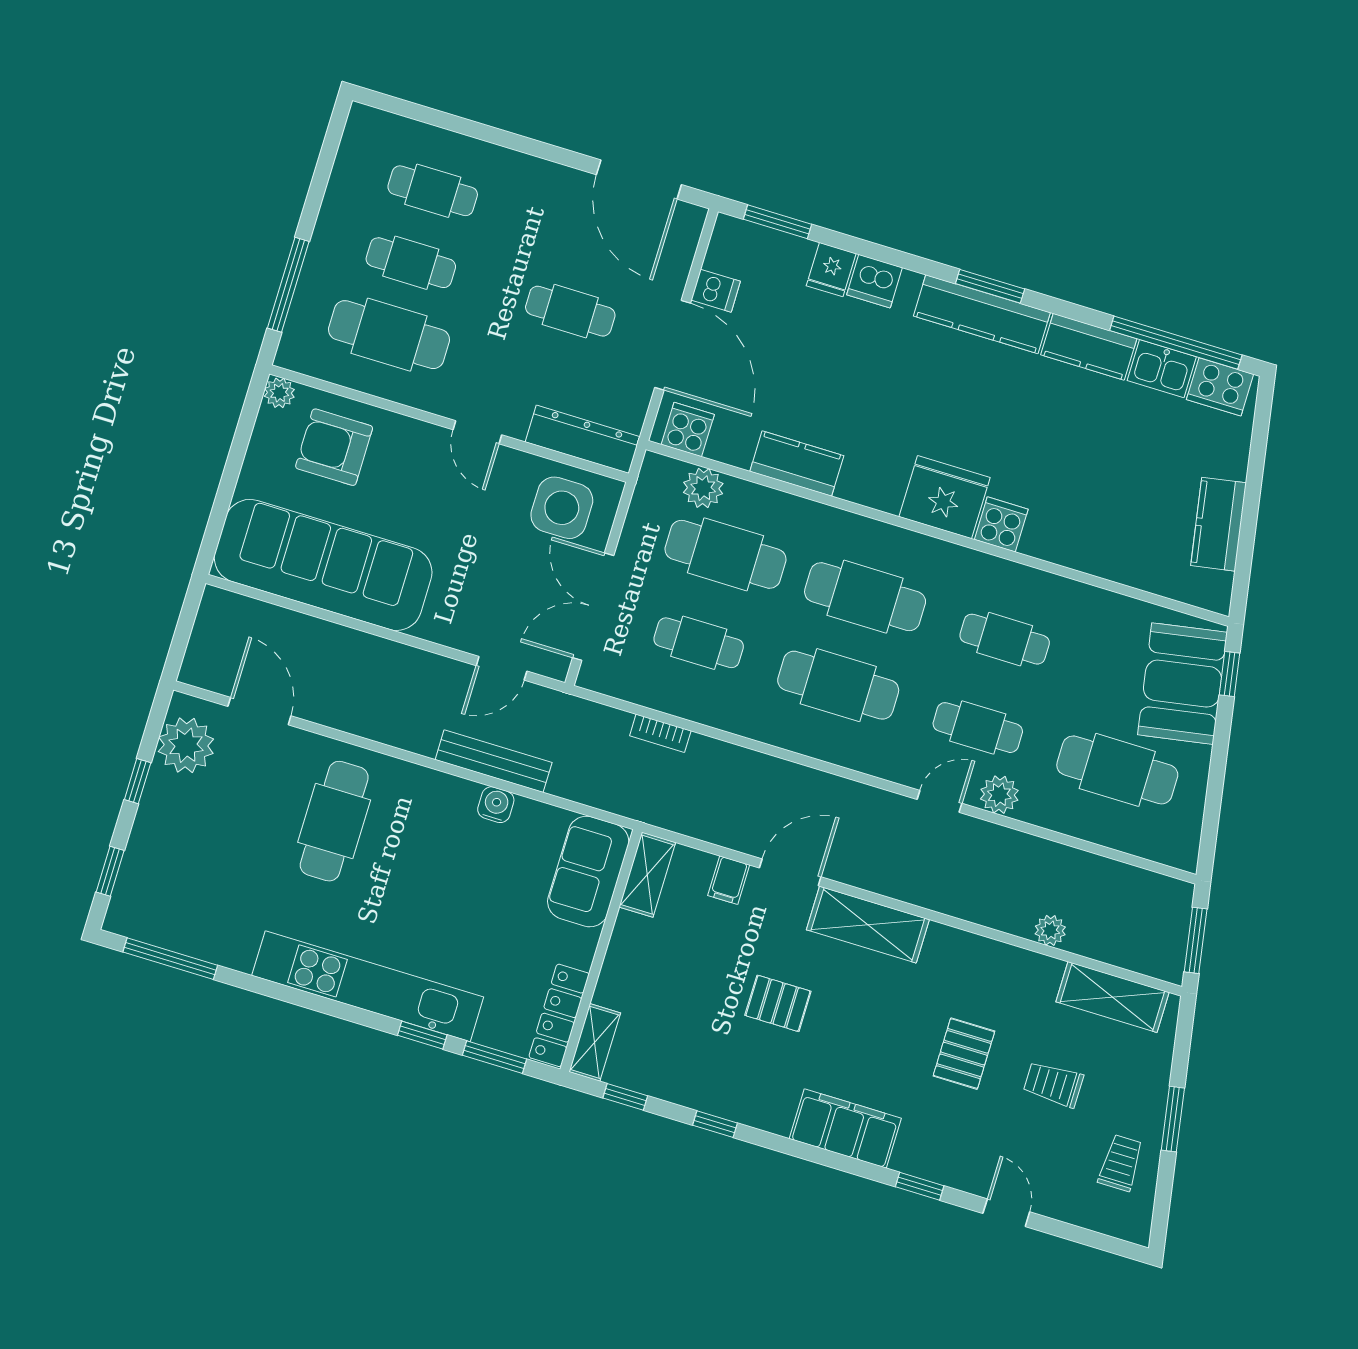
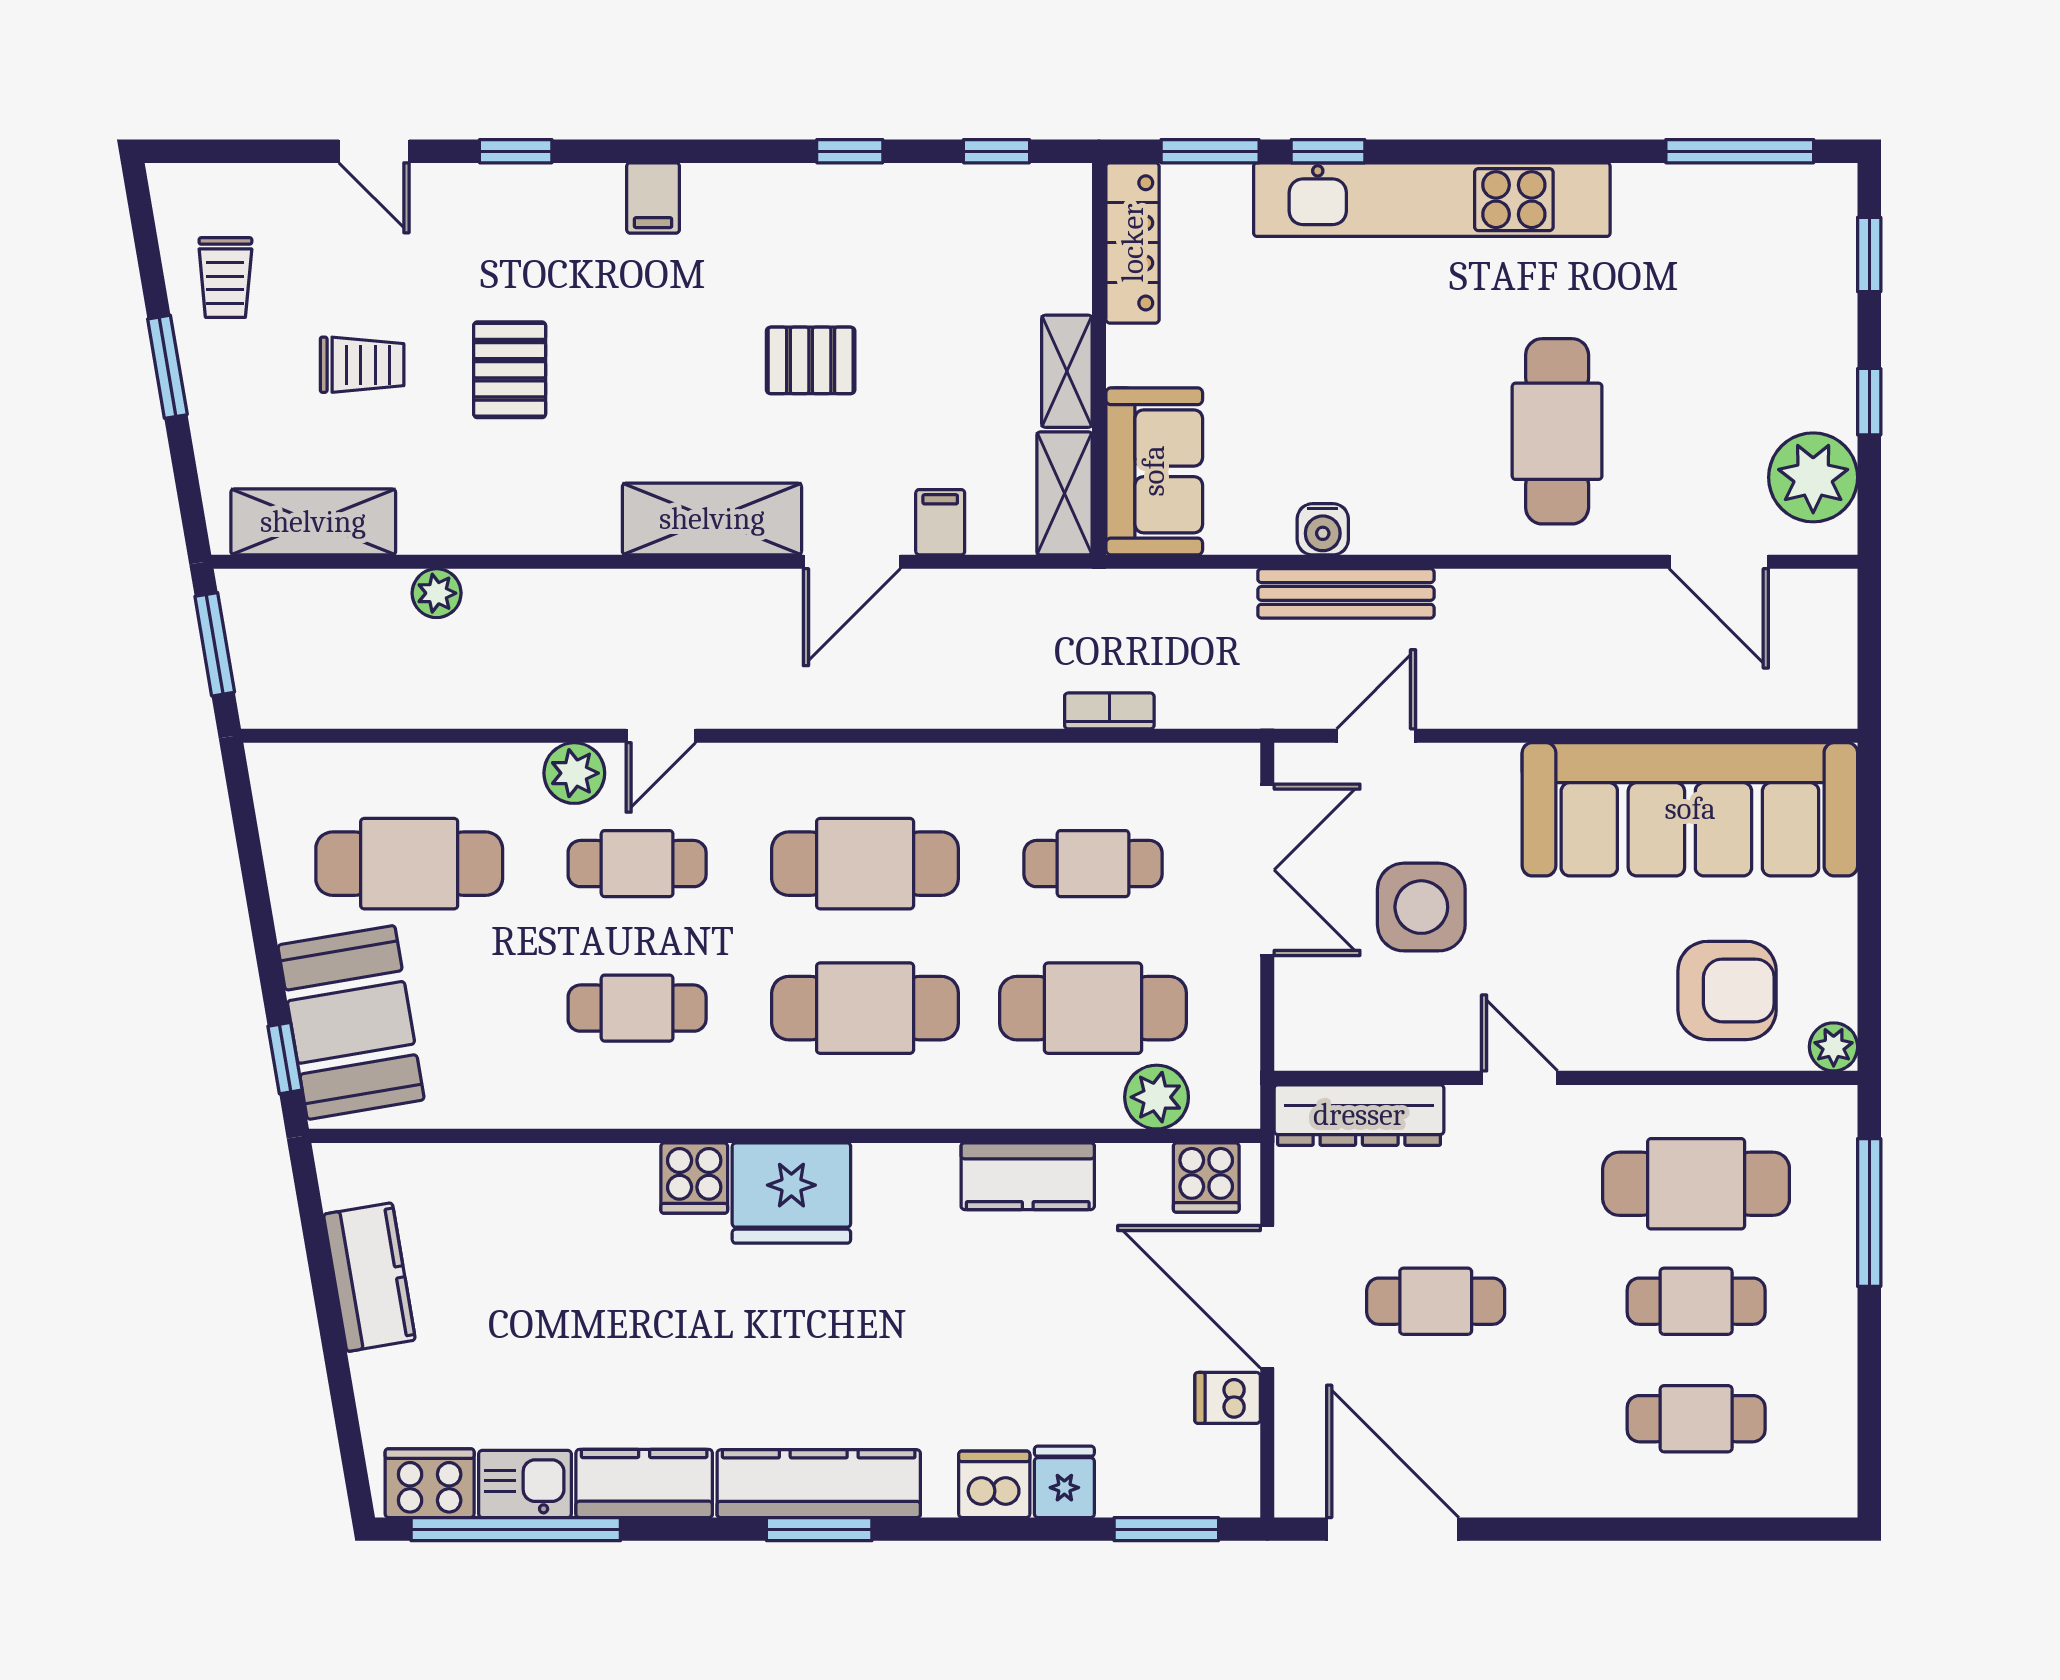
side table: (562, 508) -> (1421, 907), moved
shelving: (595, 1042) -> (1067, 371), moved
filing cabinet: (845, 1128) -> (653, 198), width x0.33, depth x0.86

